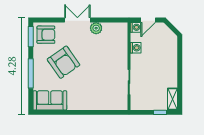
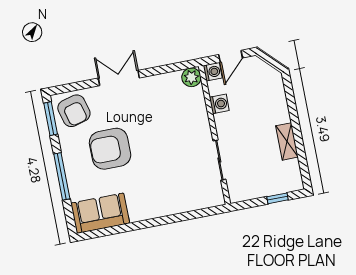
plant: (96, 28) -> (191, 77), moved
armchair: (46, 35) -> (74, 111), turned 75
armchair: (64, 62) -> (110, 149), turned 125
shelving: (173, 99) -> (287, 141), moved

